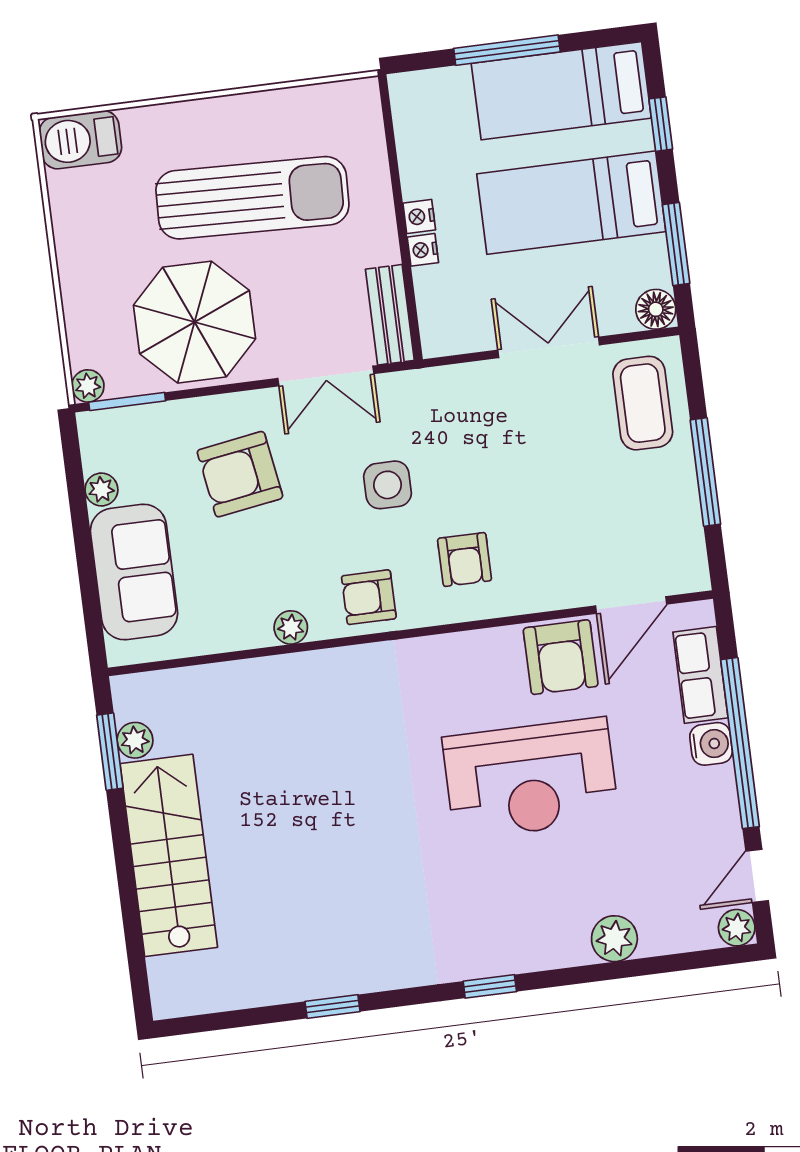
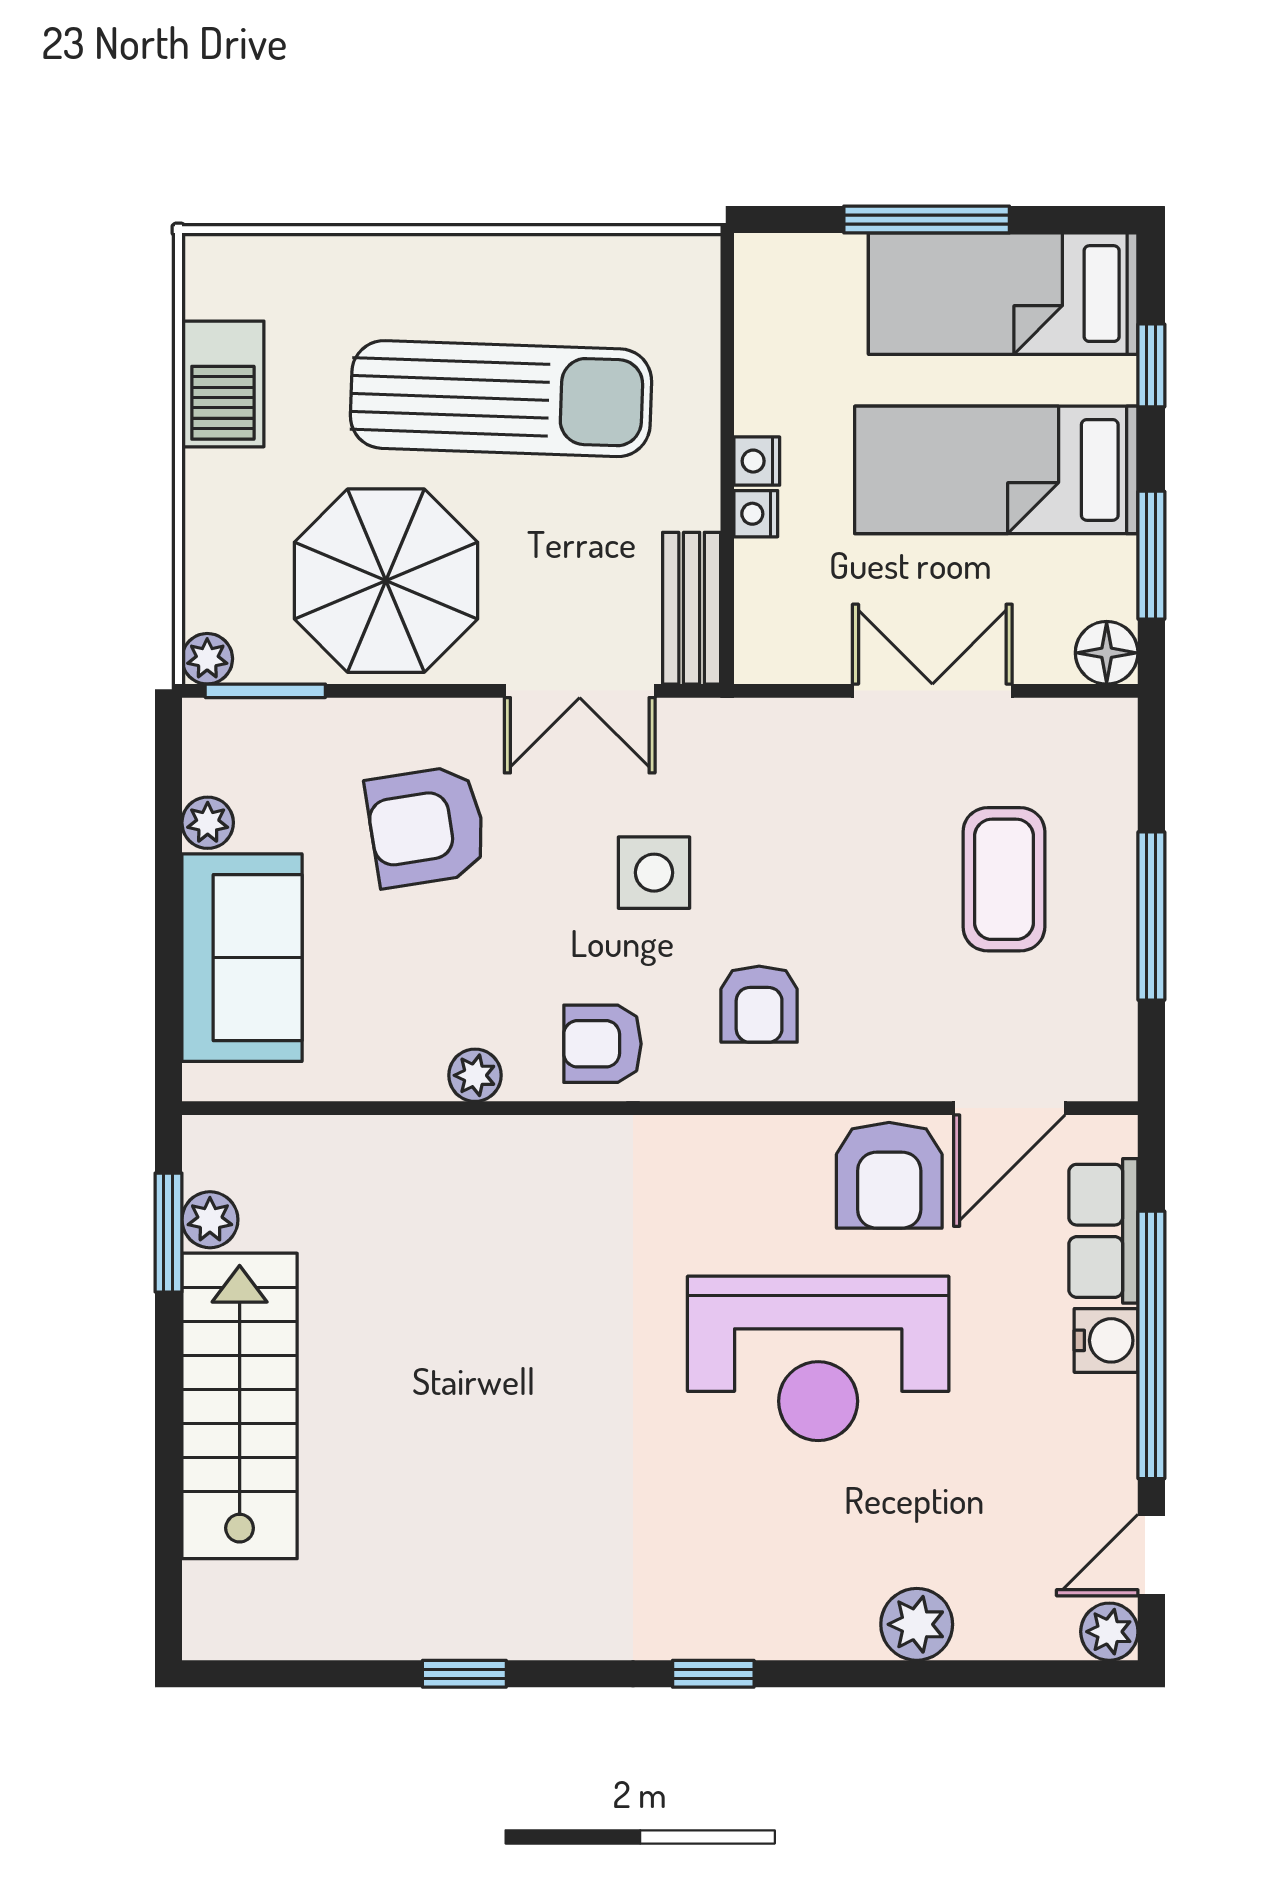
barbecue: (80, 140) -> (223, 384), moved, turned -90
coffee table: (643, 403) -> (1004, 879), moved

